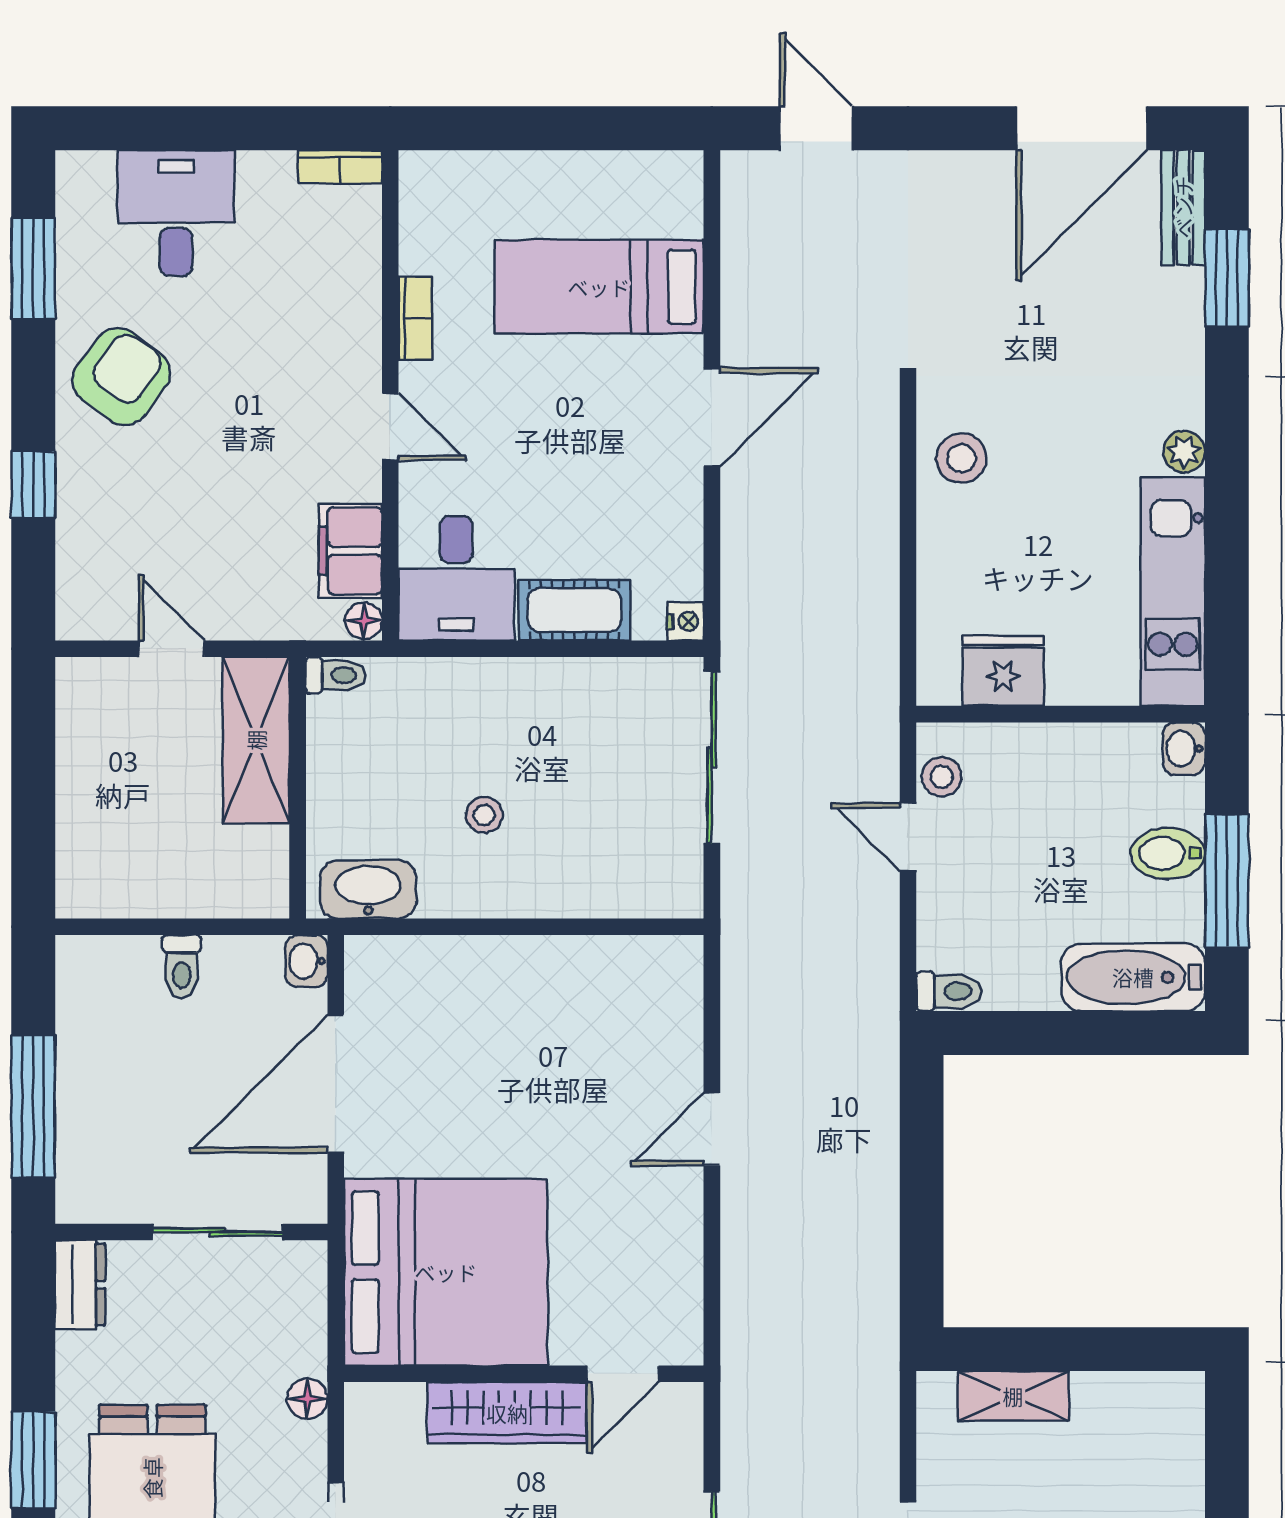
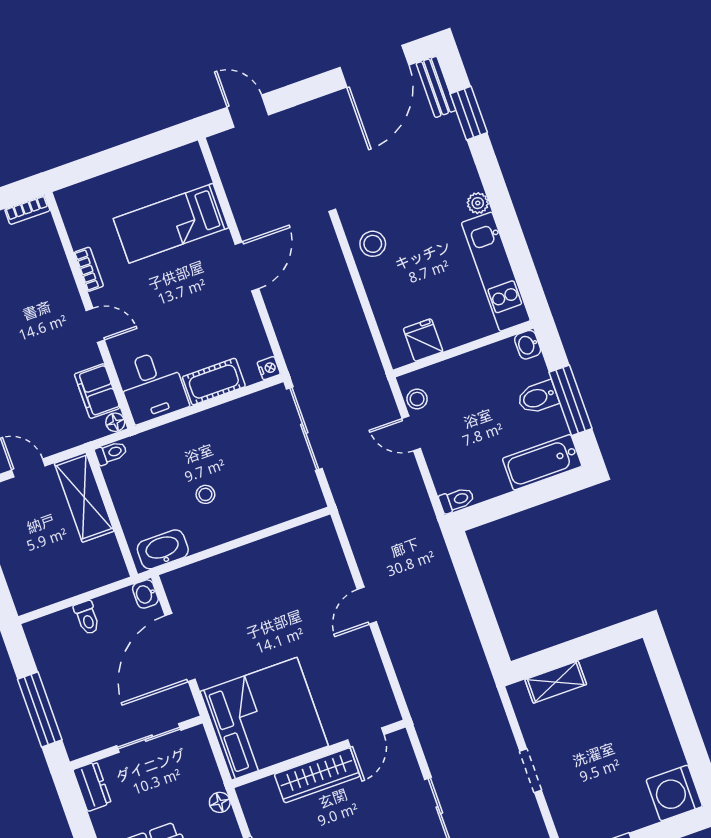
fridge: (1003, 671) -> (423, 340), width x0.72

